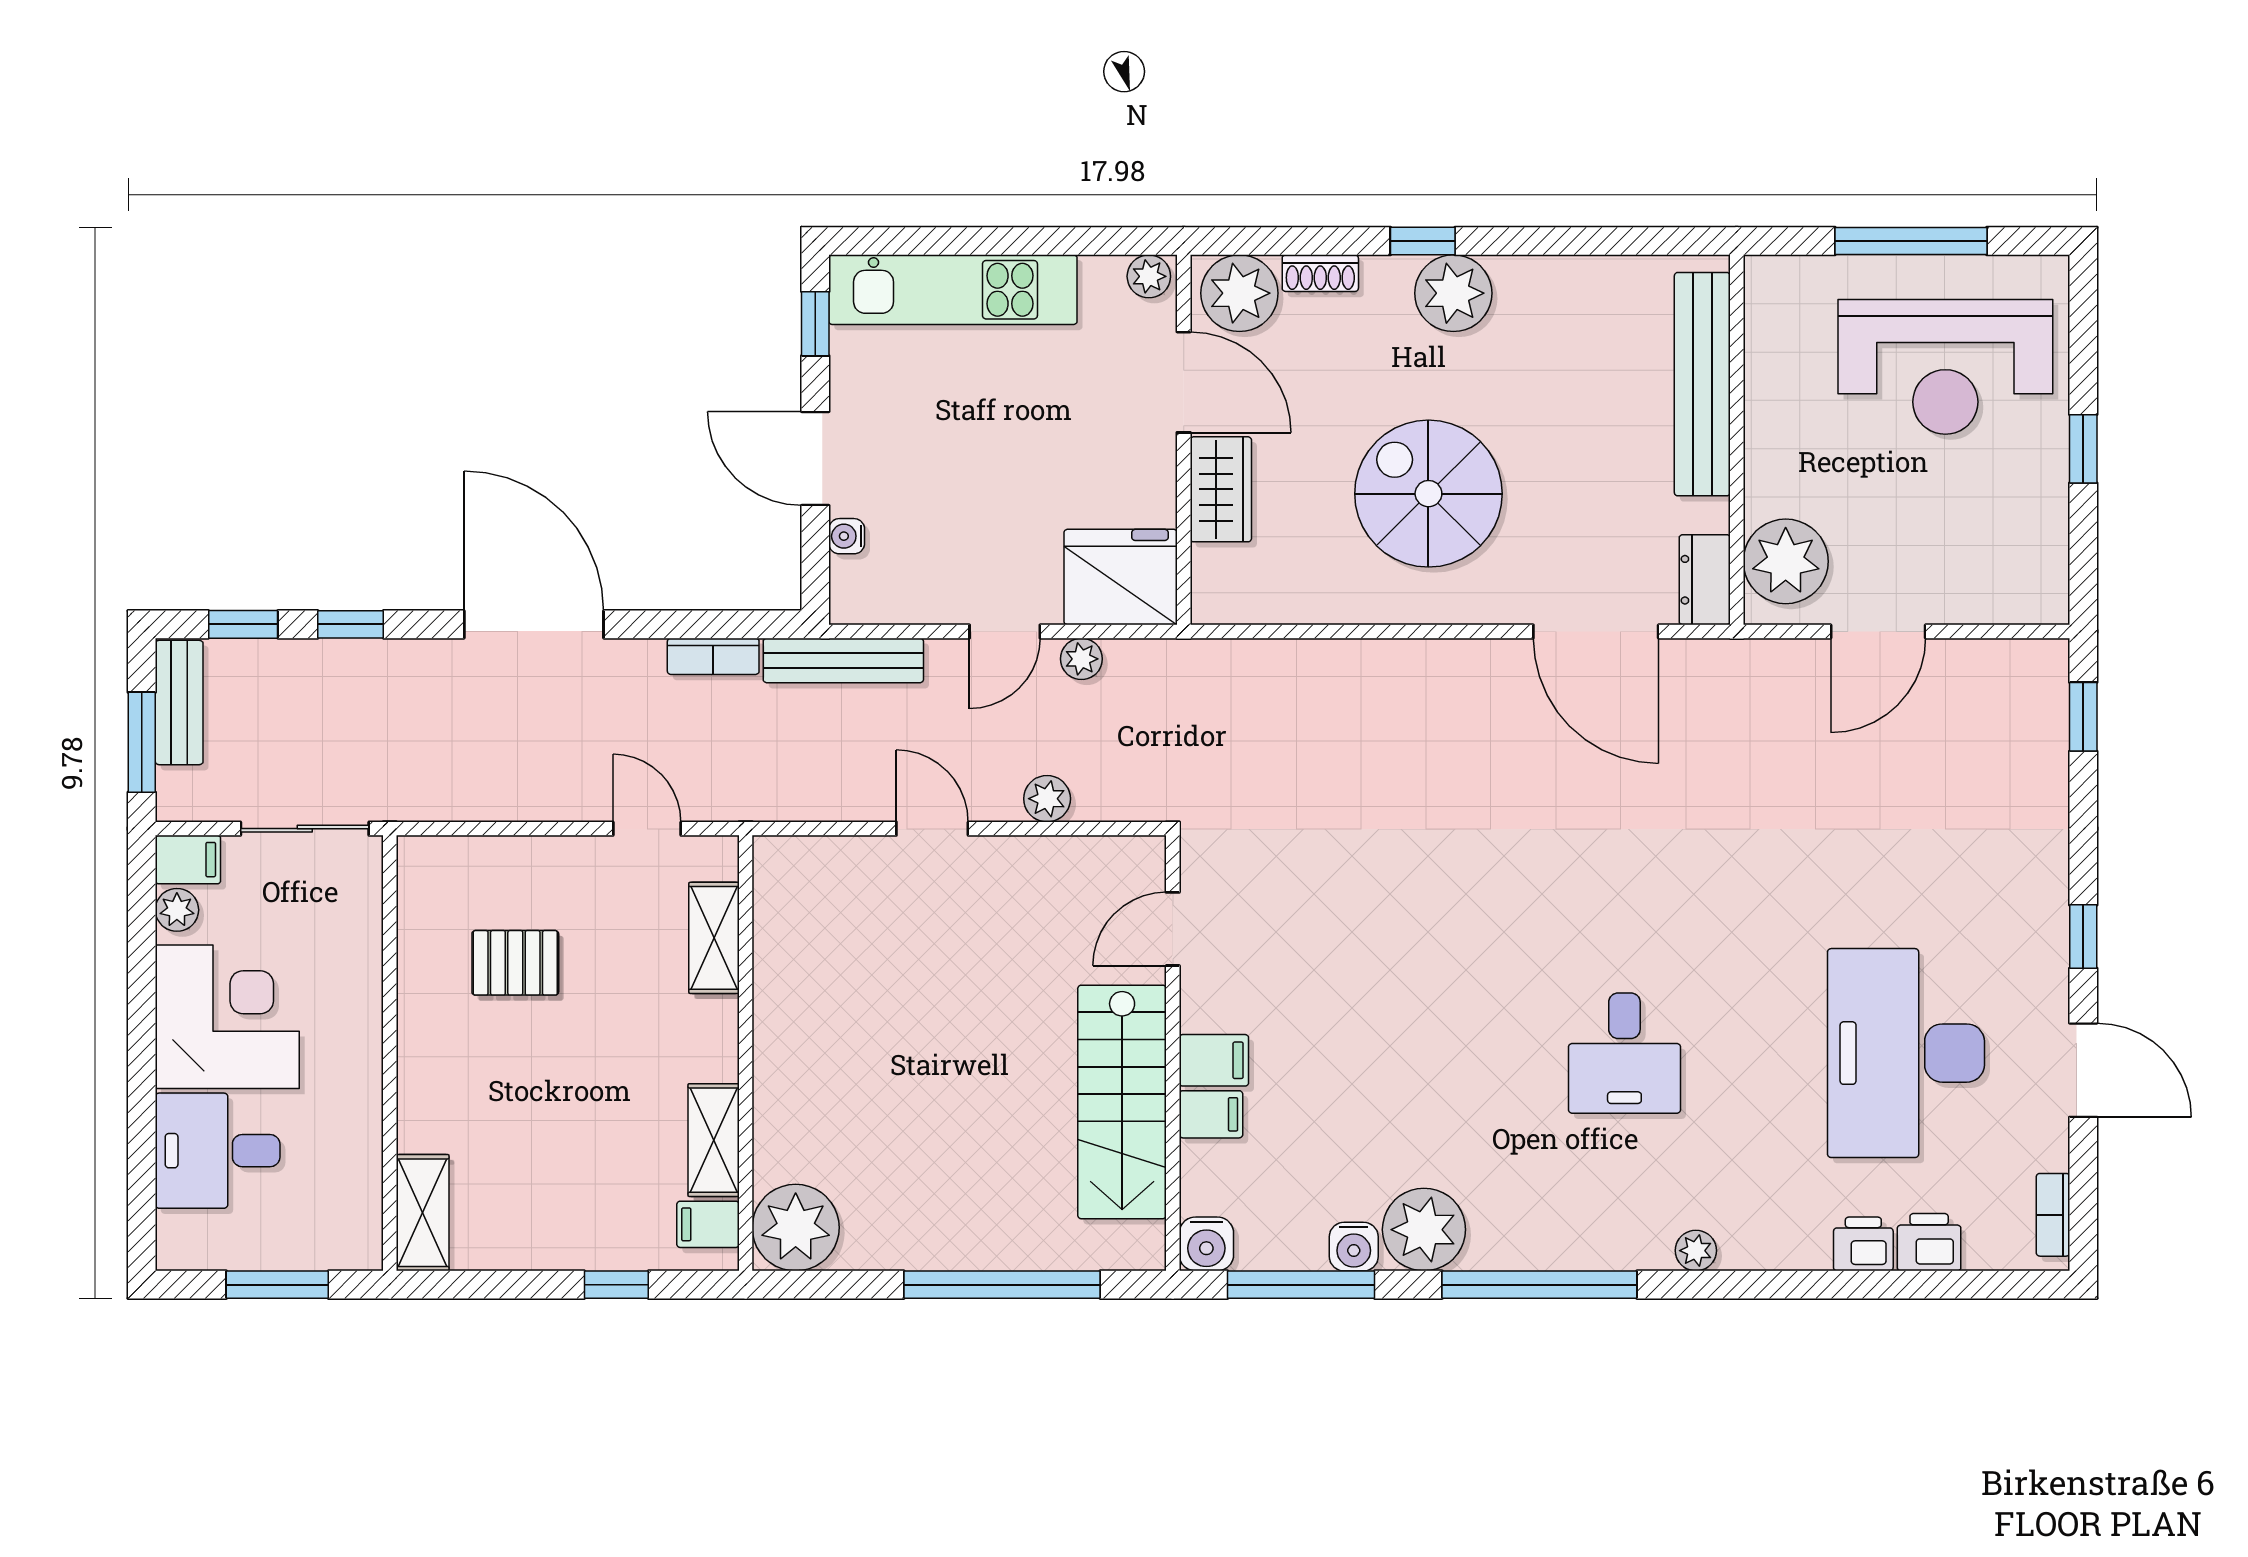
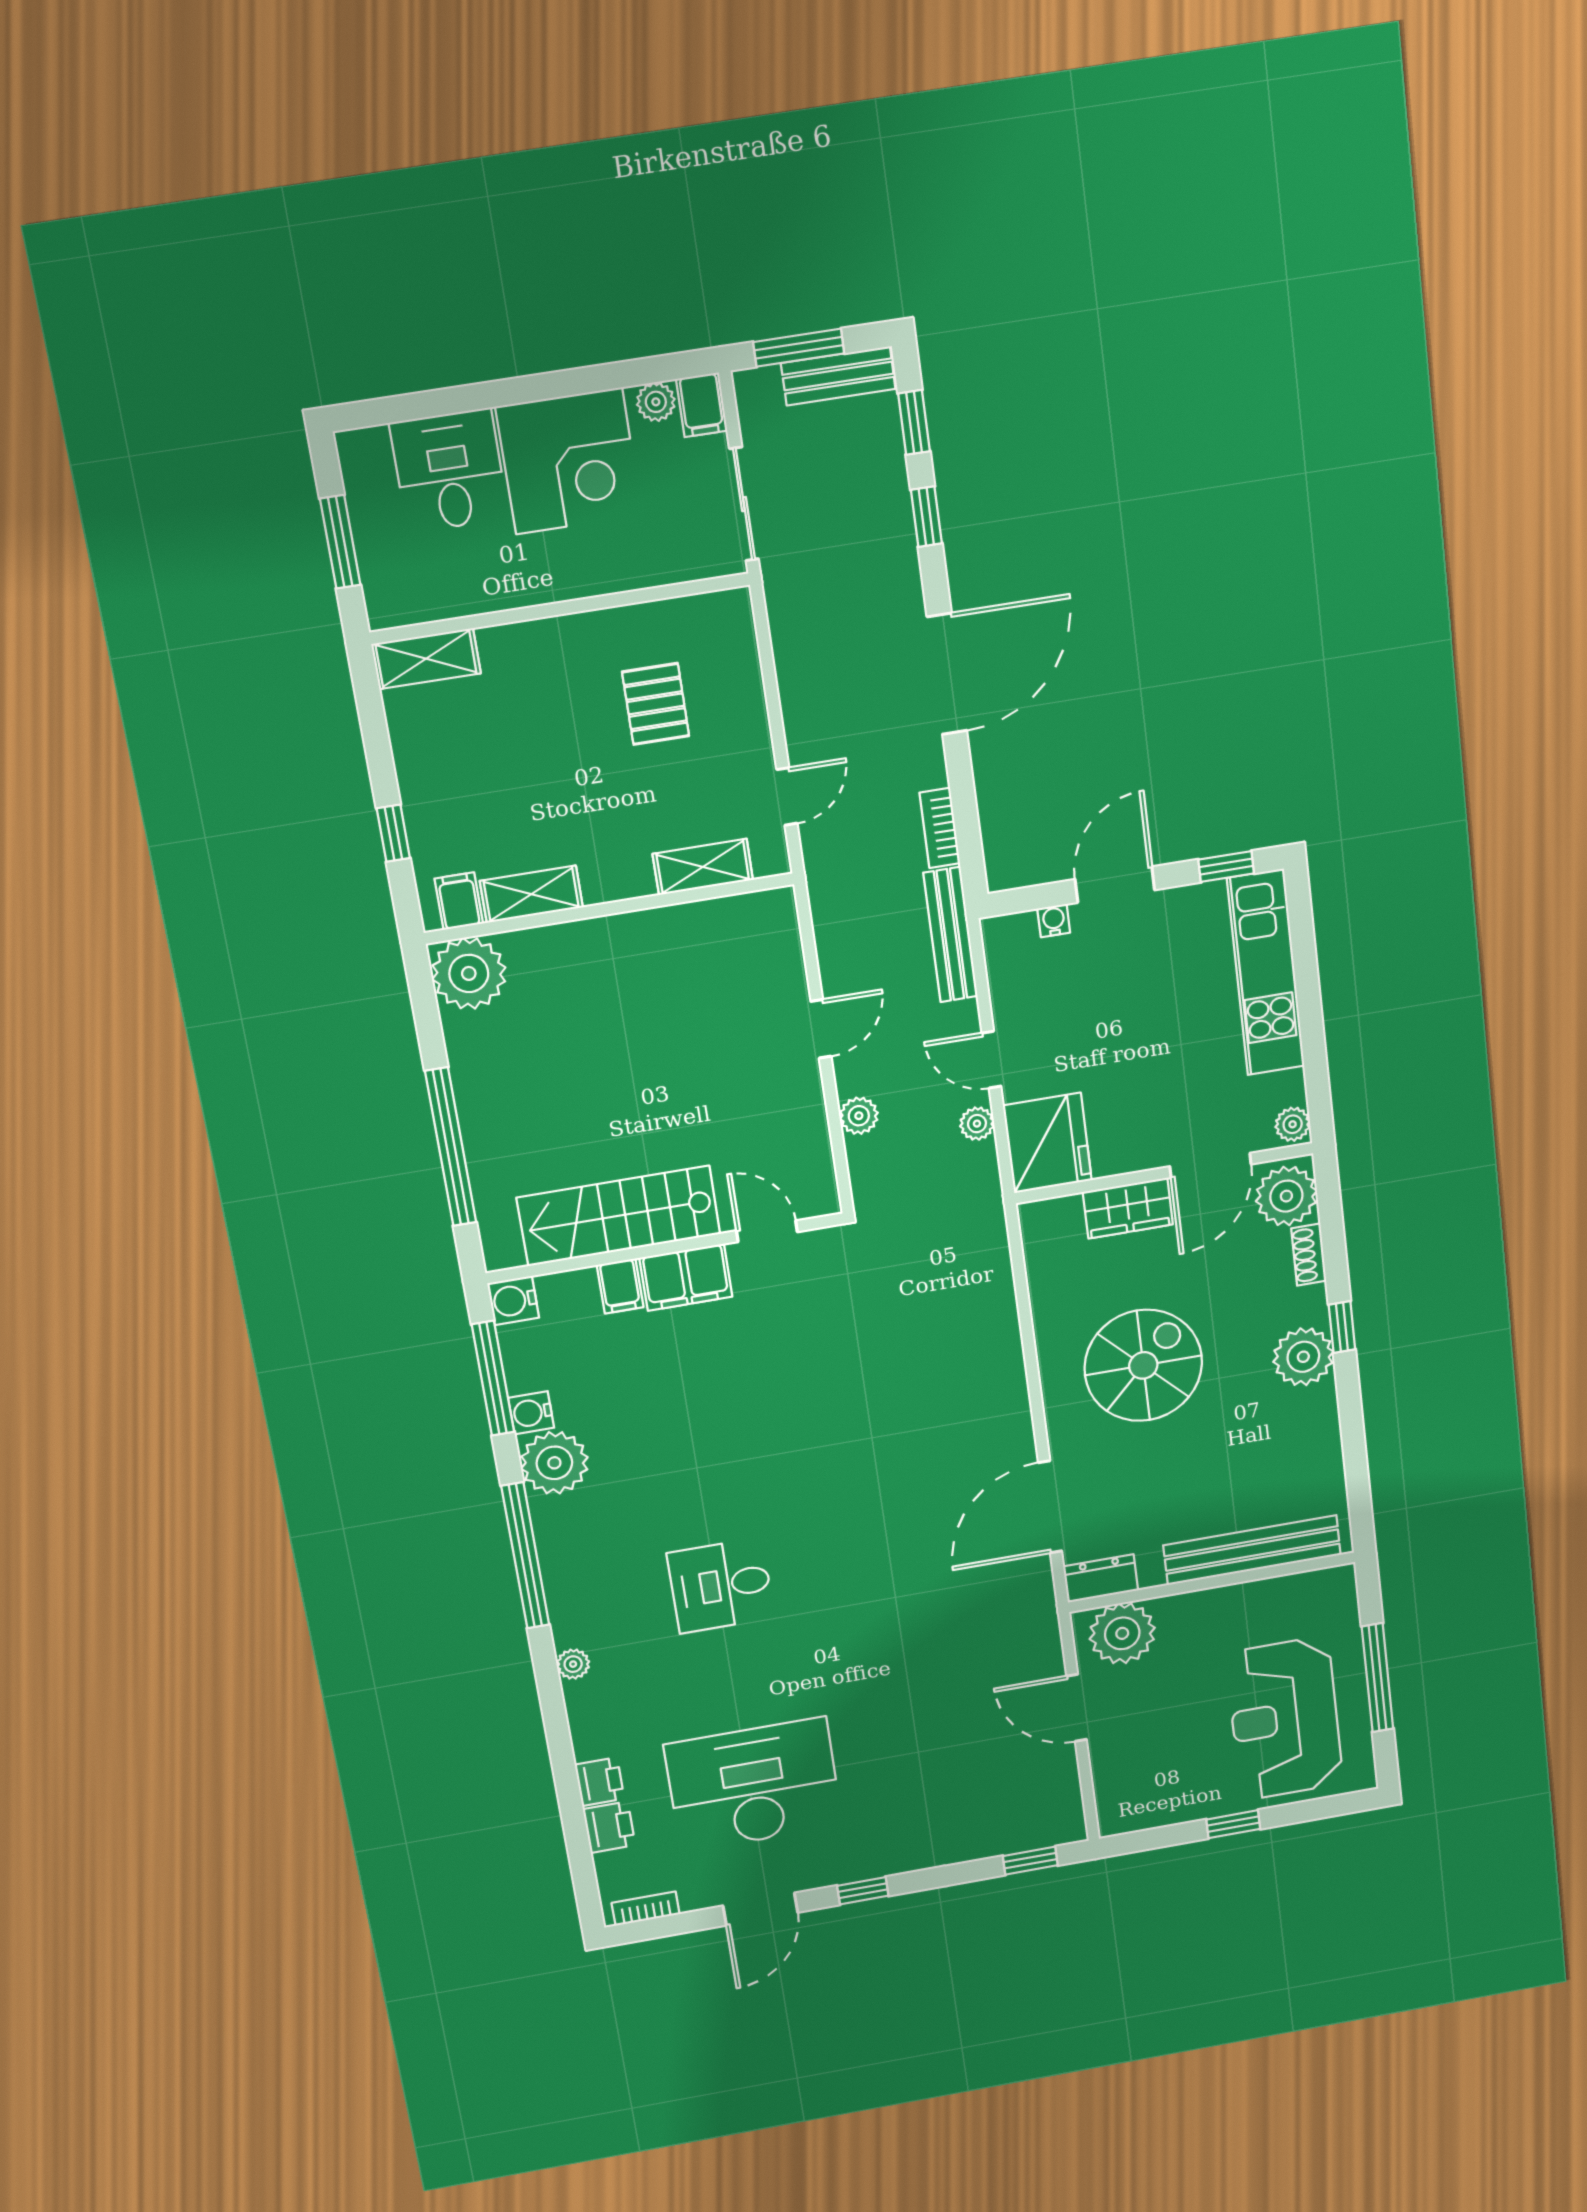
filing cabinet: (1214, 1060) -> (686, 1277), width x2.00

